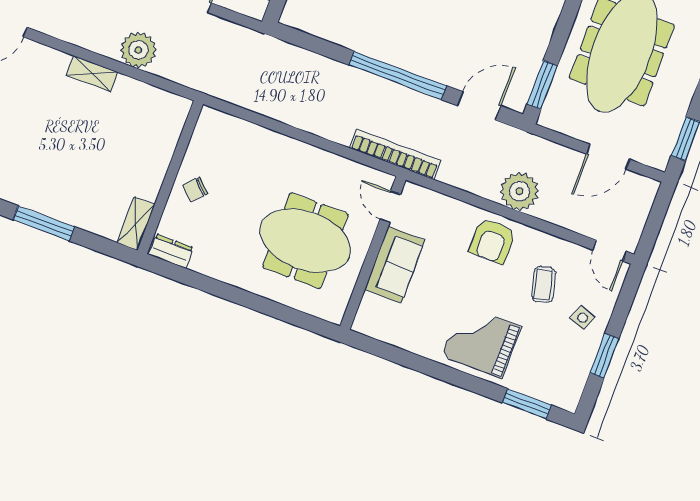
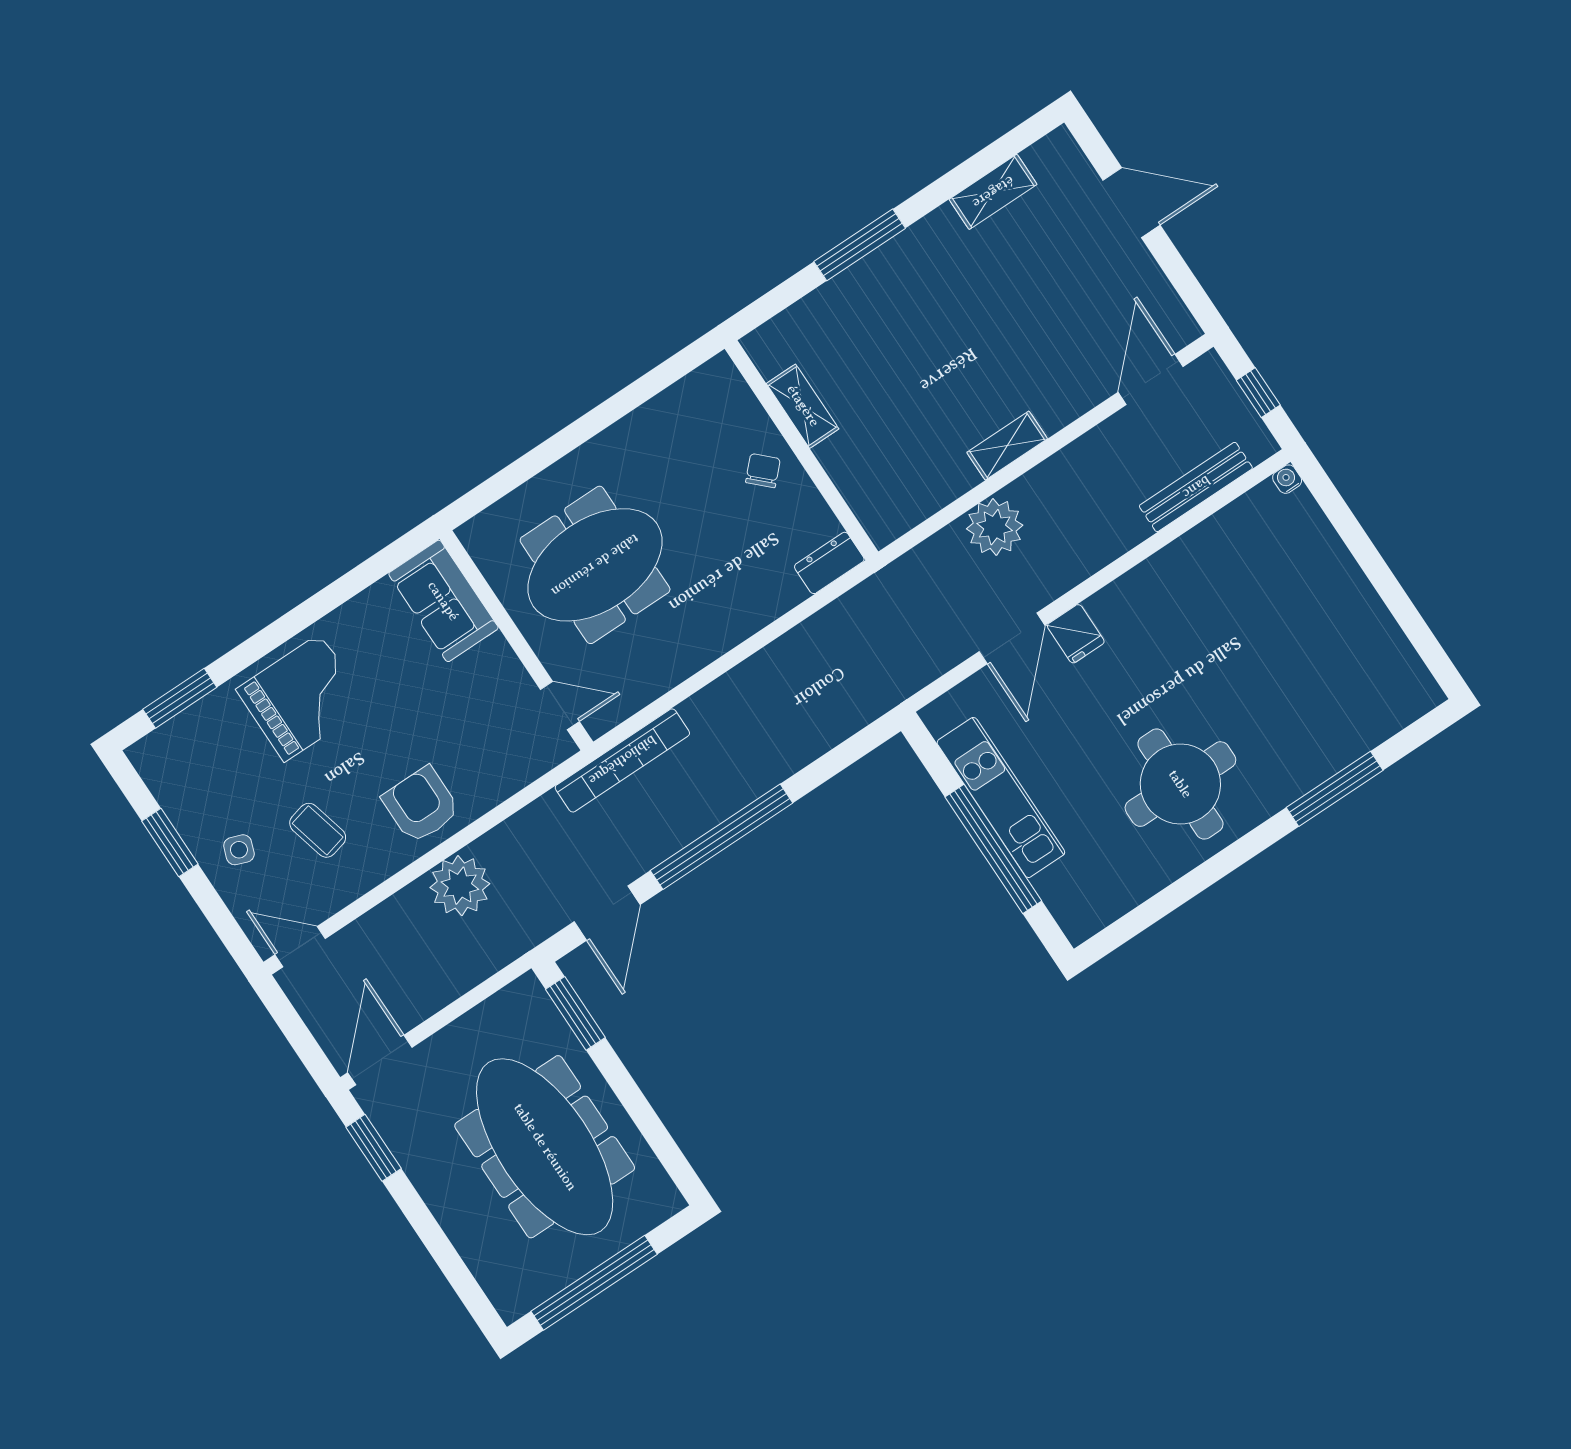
door: (608, 157) -> (380, 1060), moved
shelving: (136, 224) -> (803, 406), moved
dresser: (171, 251) -> (829, 563), moved, turned 180
sofa: (395, 265) -> (443, 601), moved

